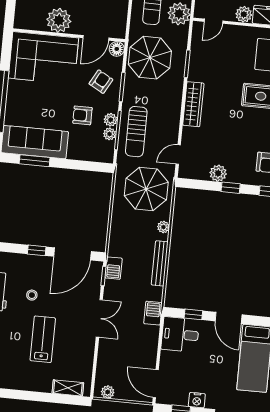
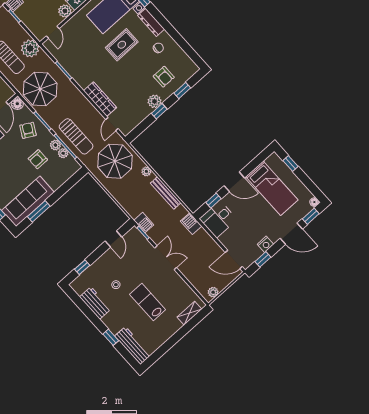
wardrobe: (193, 104) -> (100, 99), moved
plant: (218, 173) -> (155, 101), moved
window: (37, 250) -> (82, 267), moved
door: (72, 254) -> (113, 239), width x0.53

